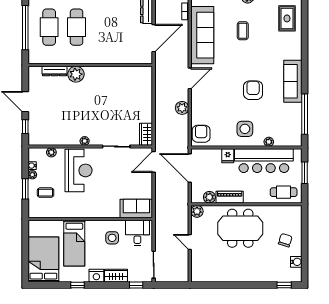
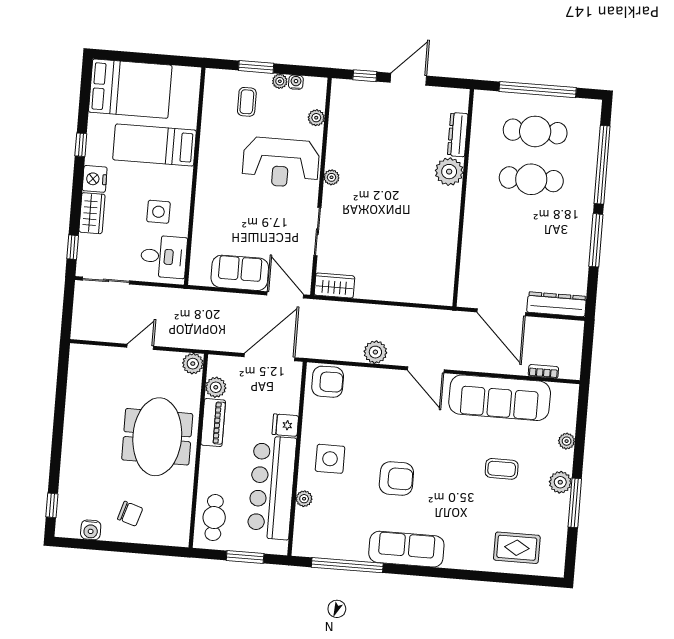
sofa: (136, 208) -> (240, 273), moved, turned -90

